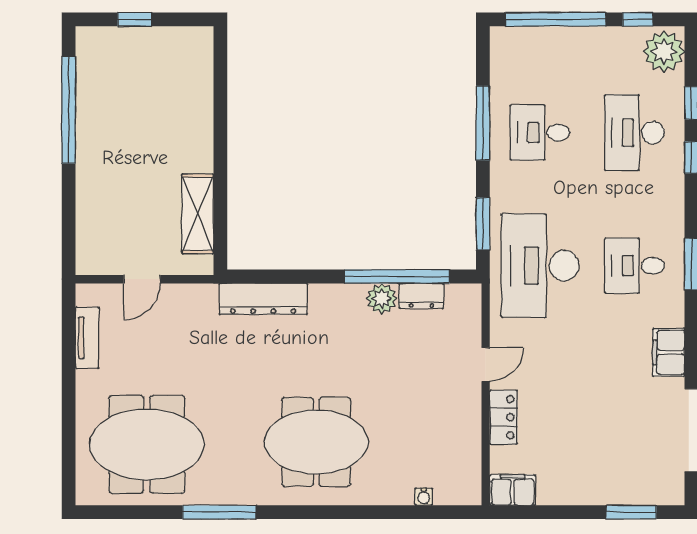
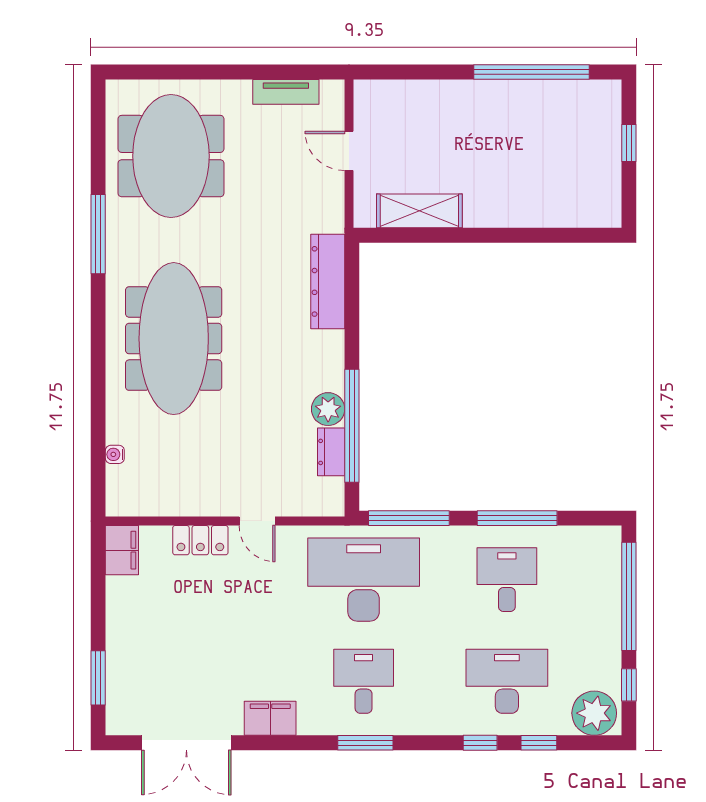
window: (483, 224) -> (409, 518), width x1.44
meeting table: (316, 442) -> (174, 339), width x1.36

